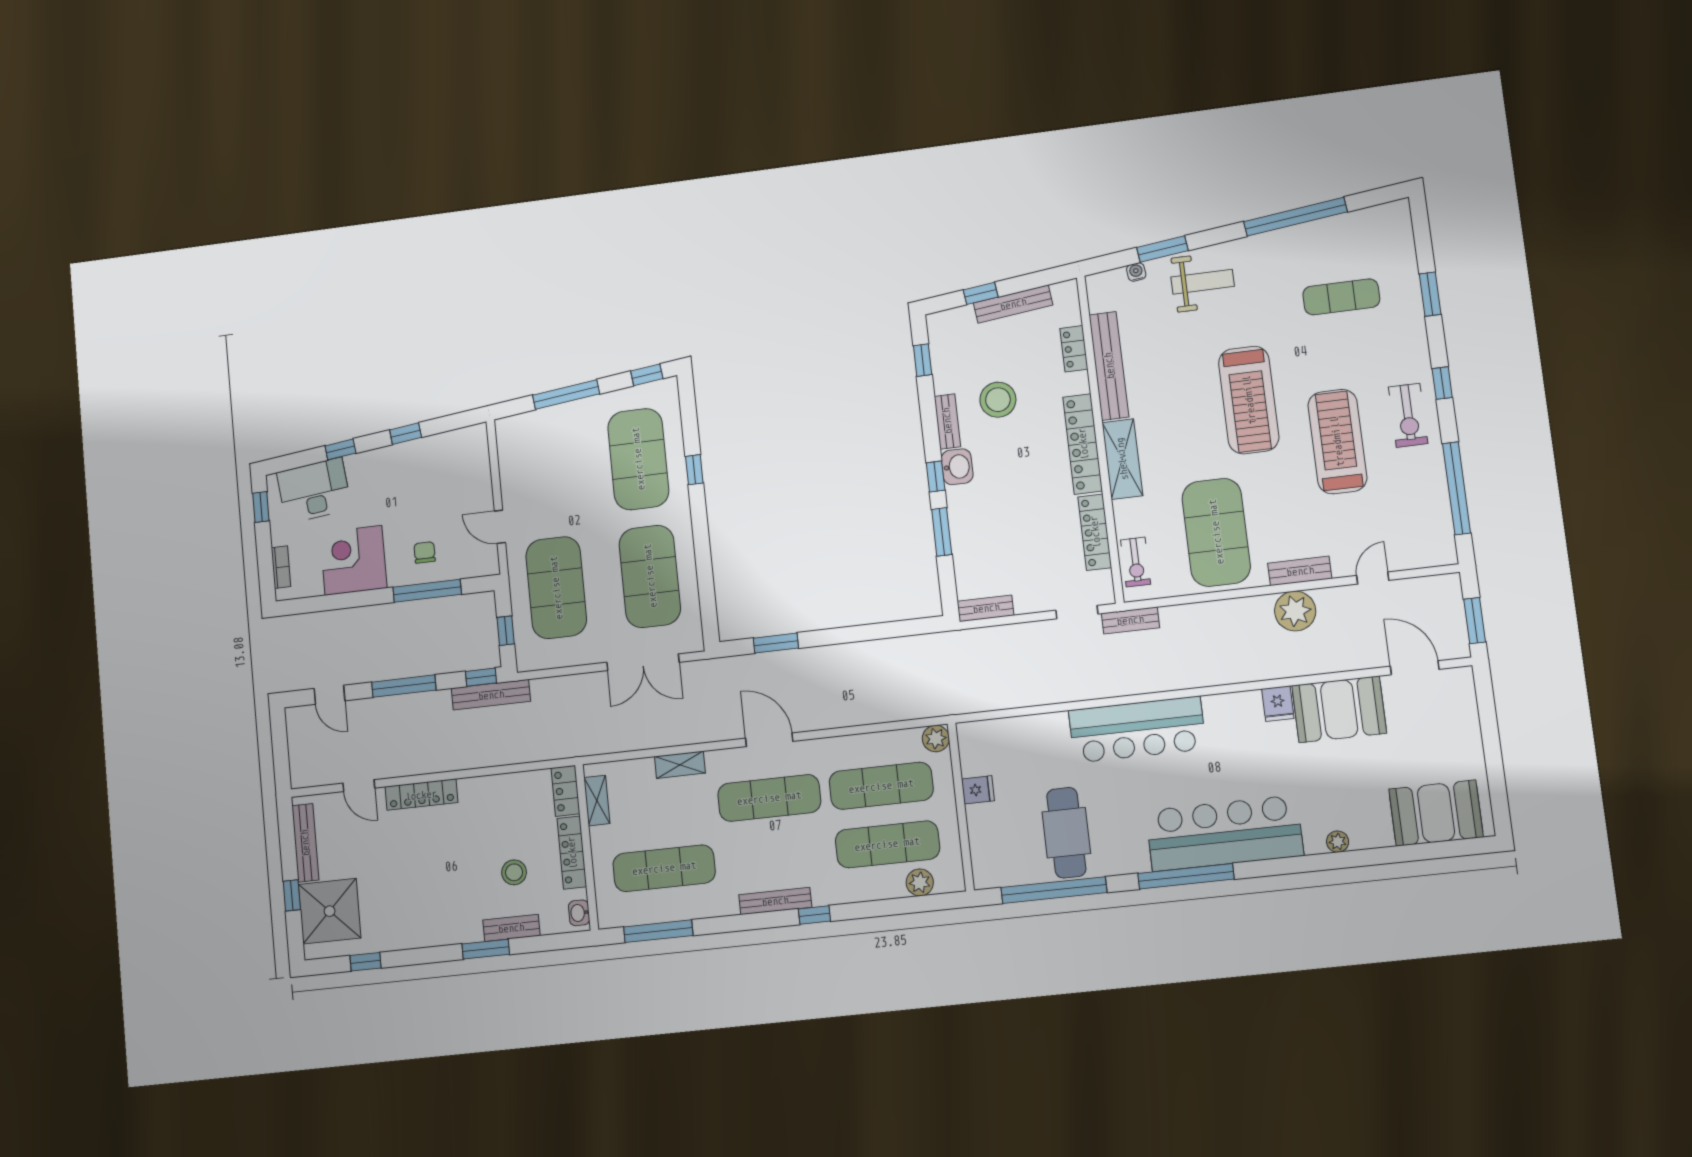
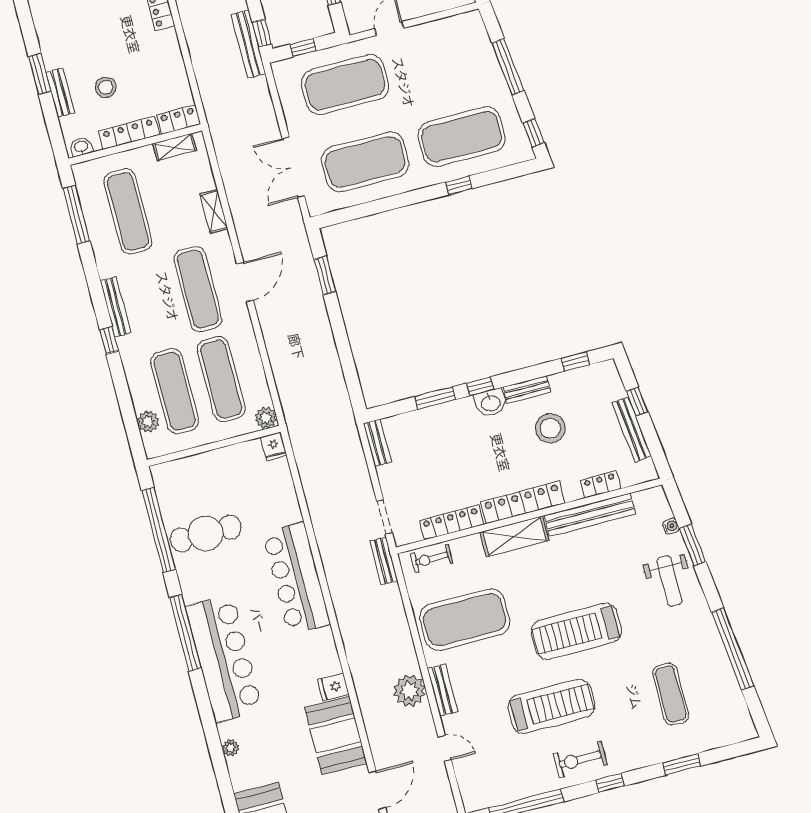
fridge: (978, 790) -> (274, 446), moved

